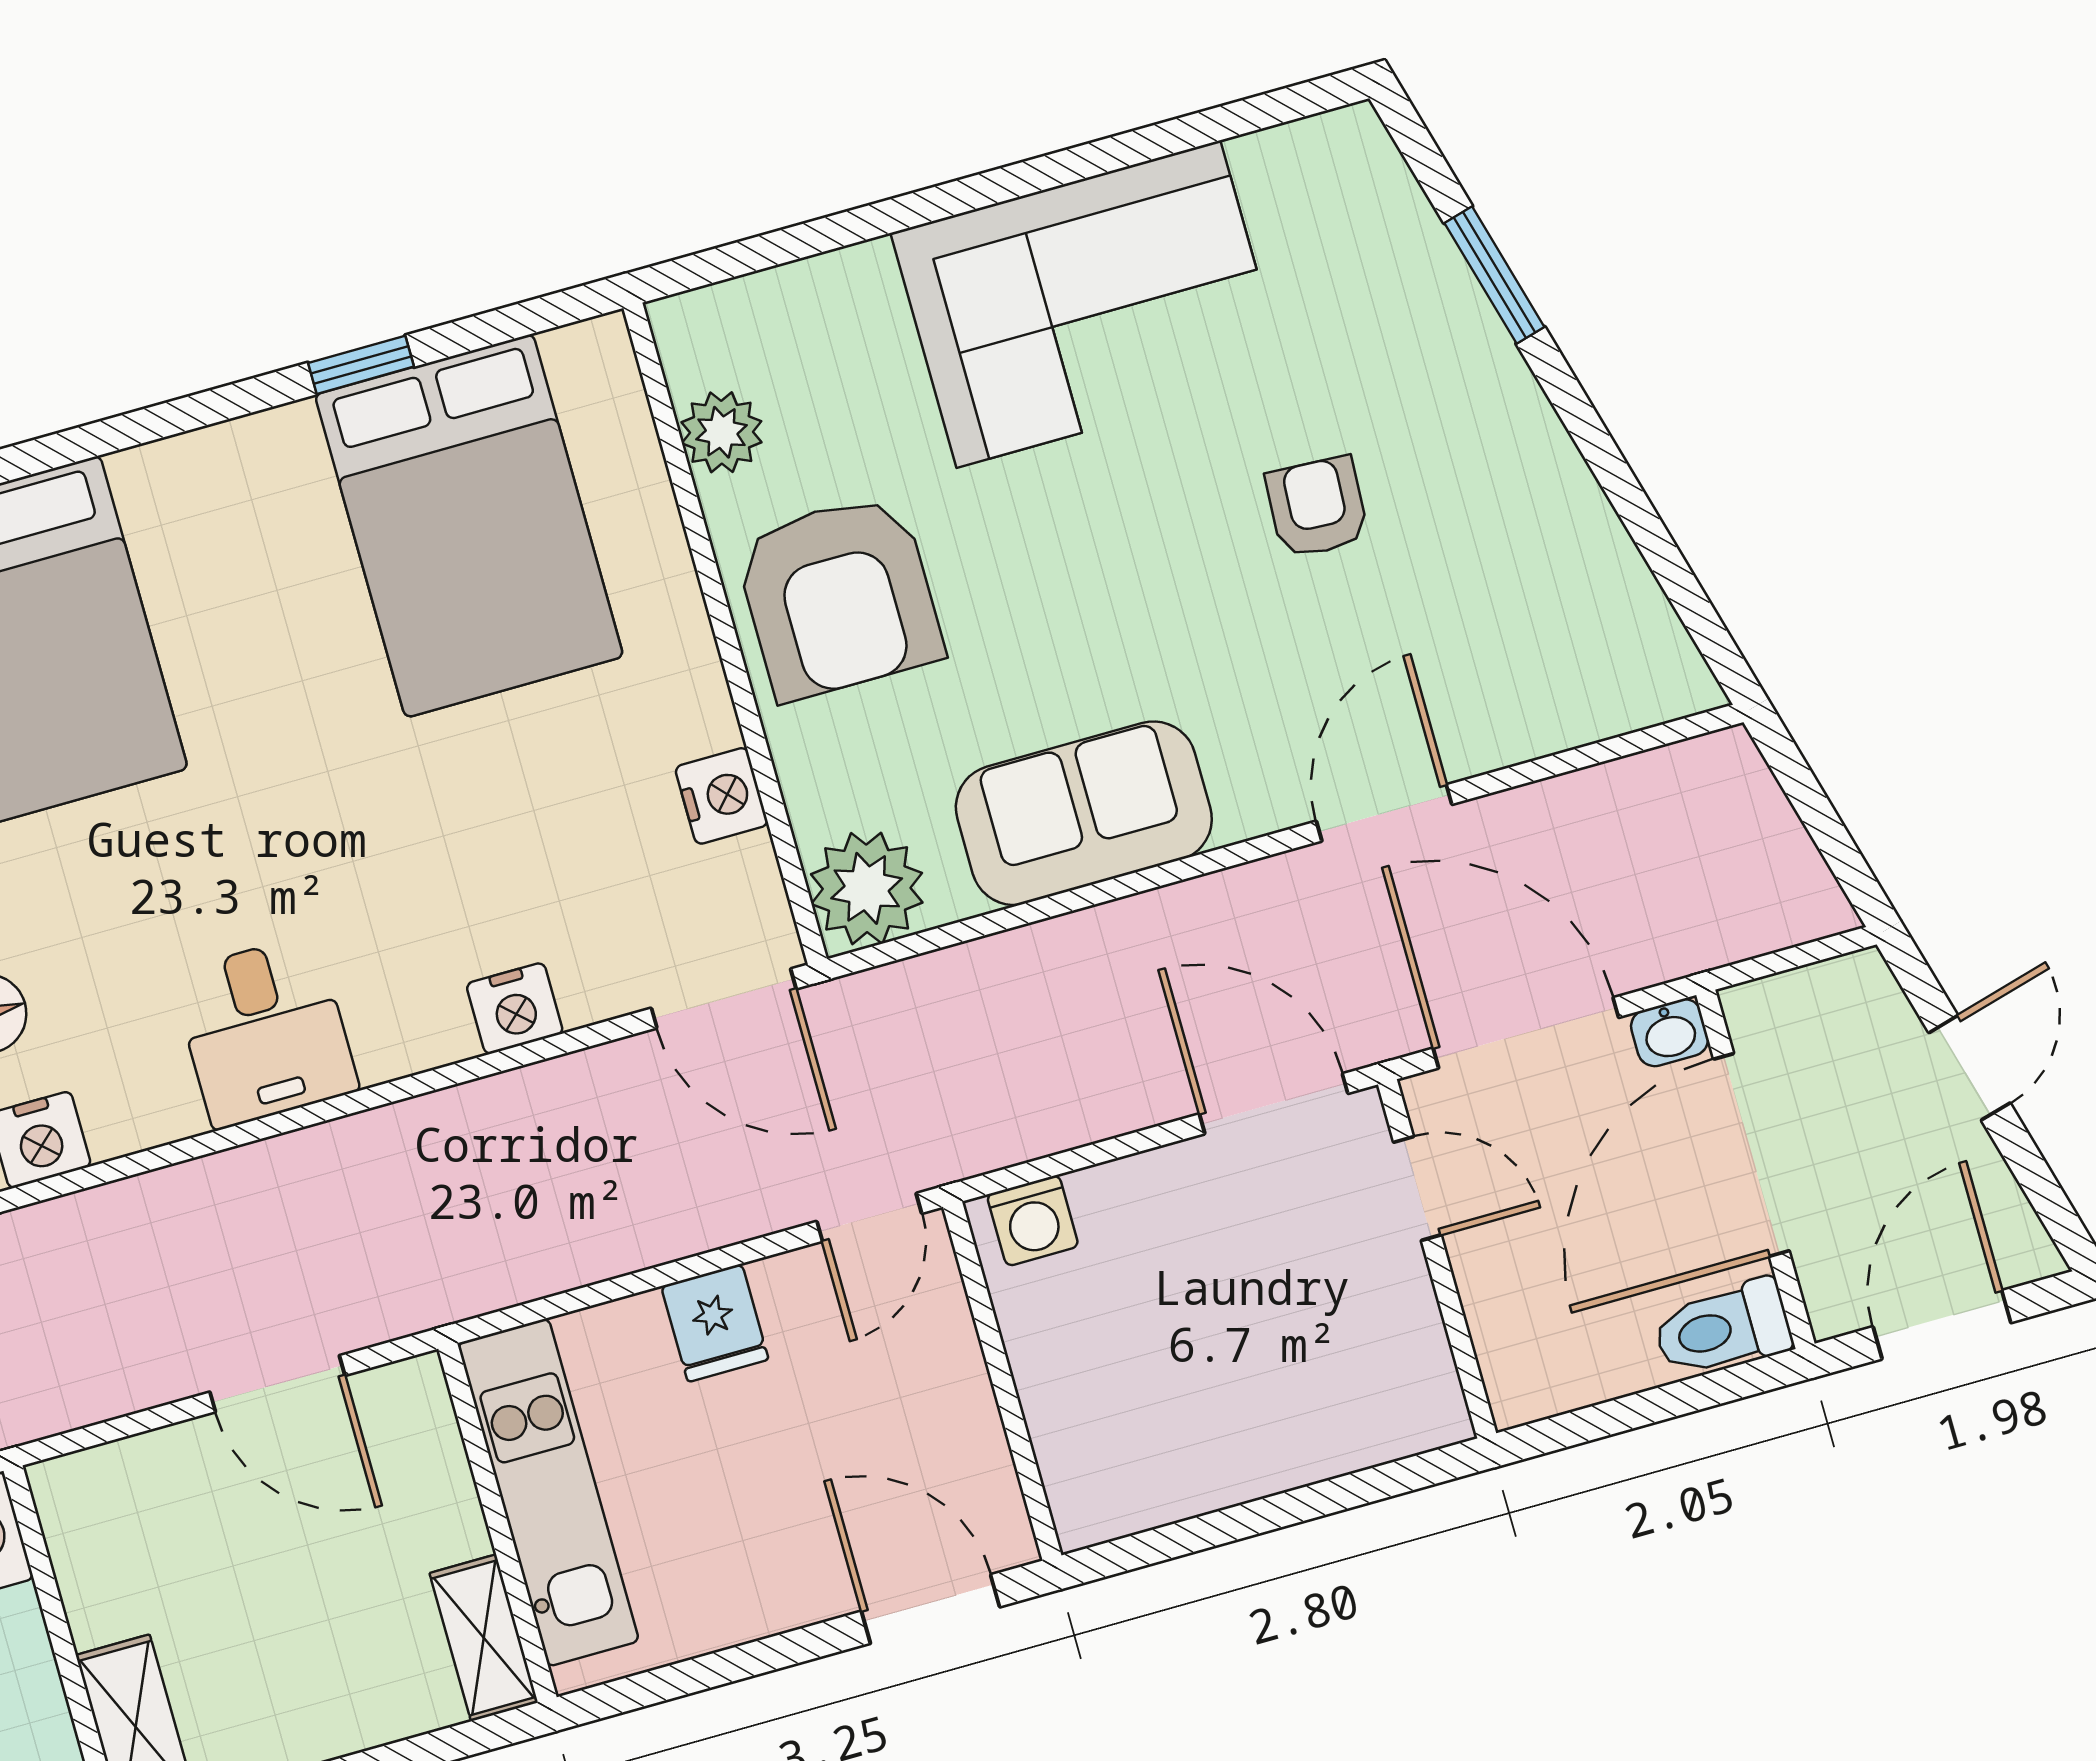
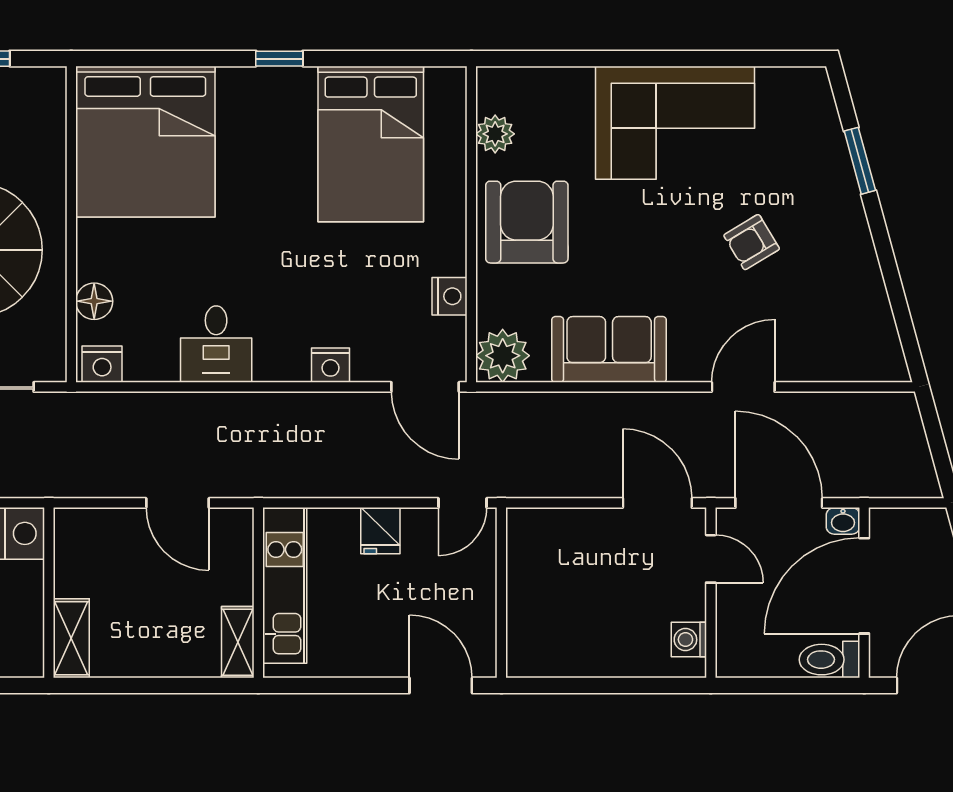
window: (361, 365) -> (279, 59), moved
armchair: (1317, 507) -> (752, 242), turned -124
armchair: (839, 597) -> (527, 222), turned 180
washing machine: (1033, 1221) -> (689, 640), moved, turned 90

